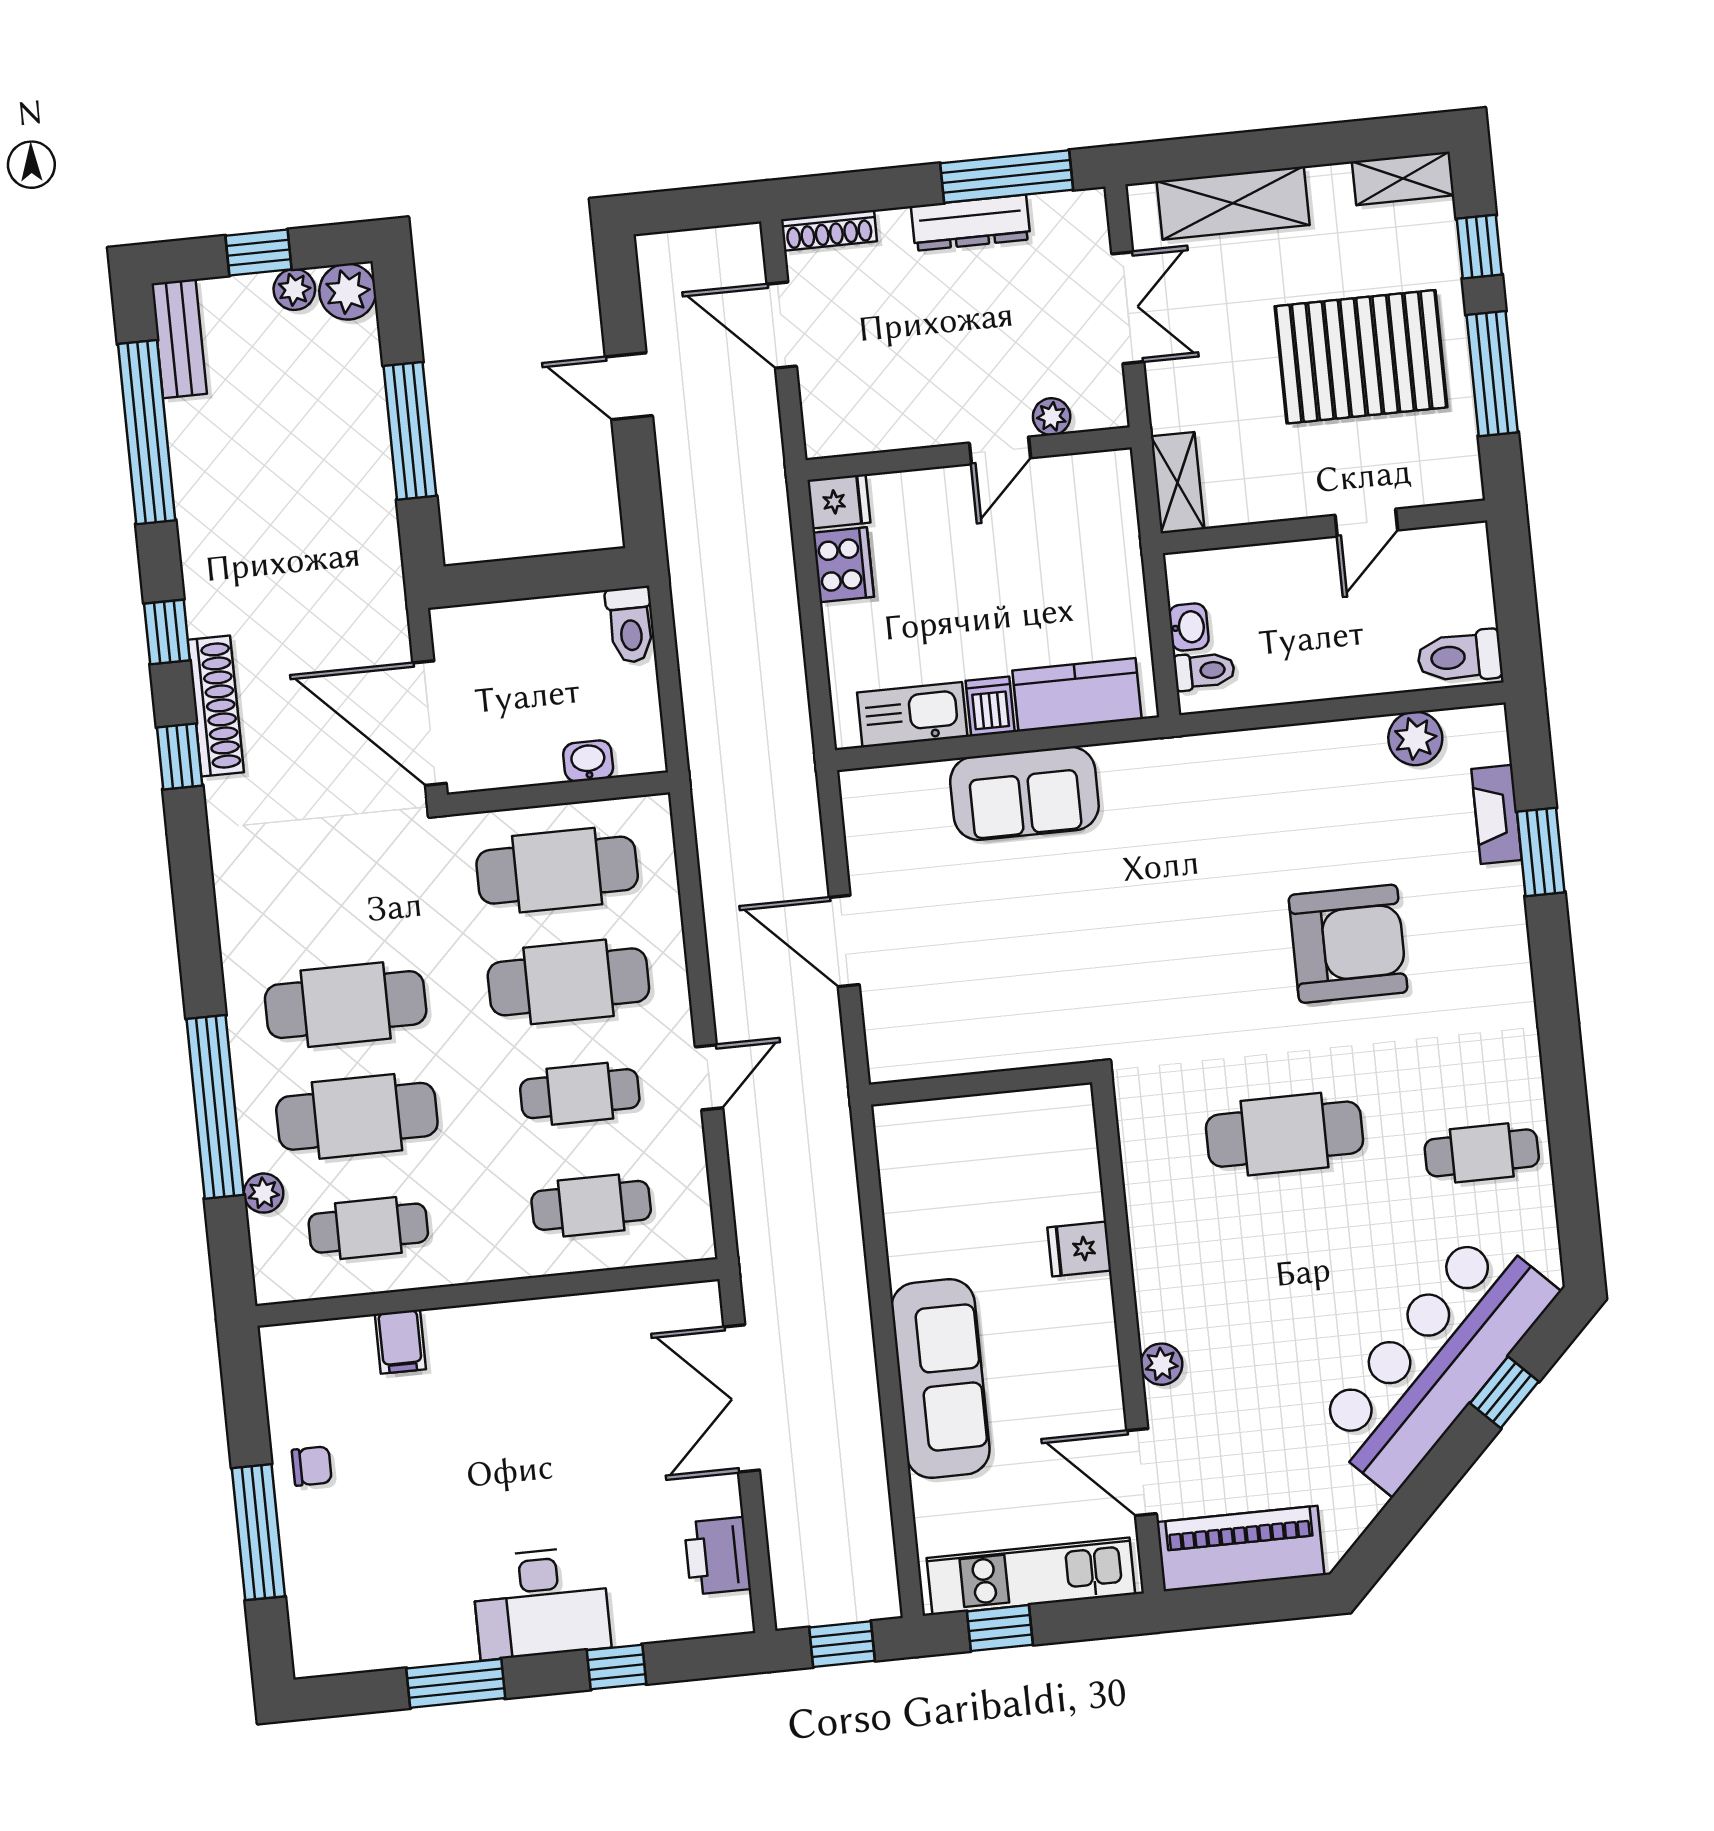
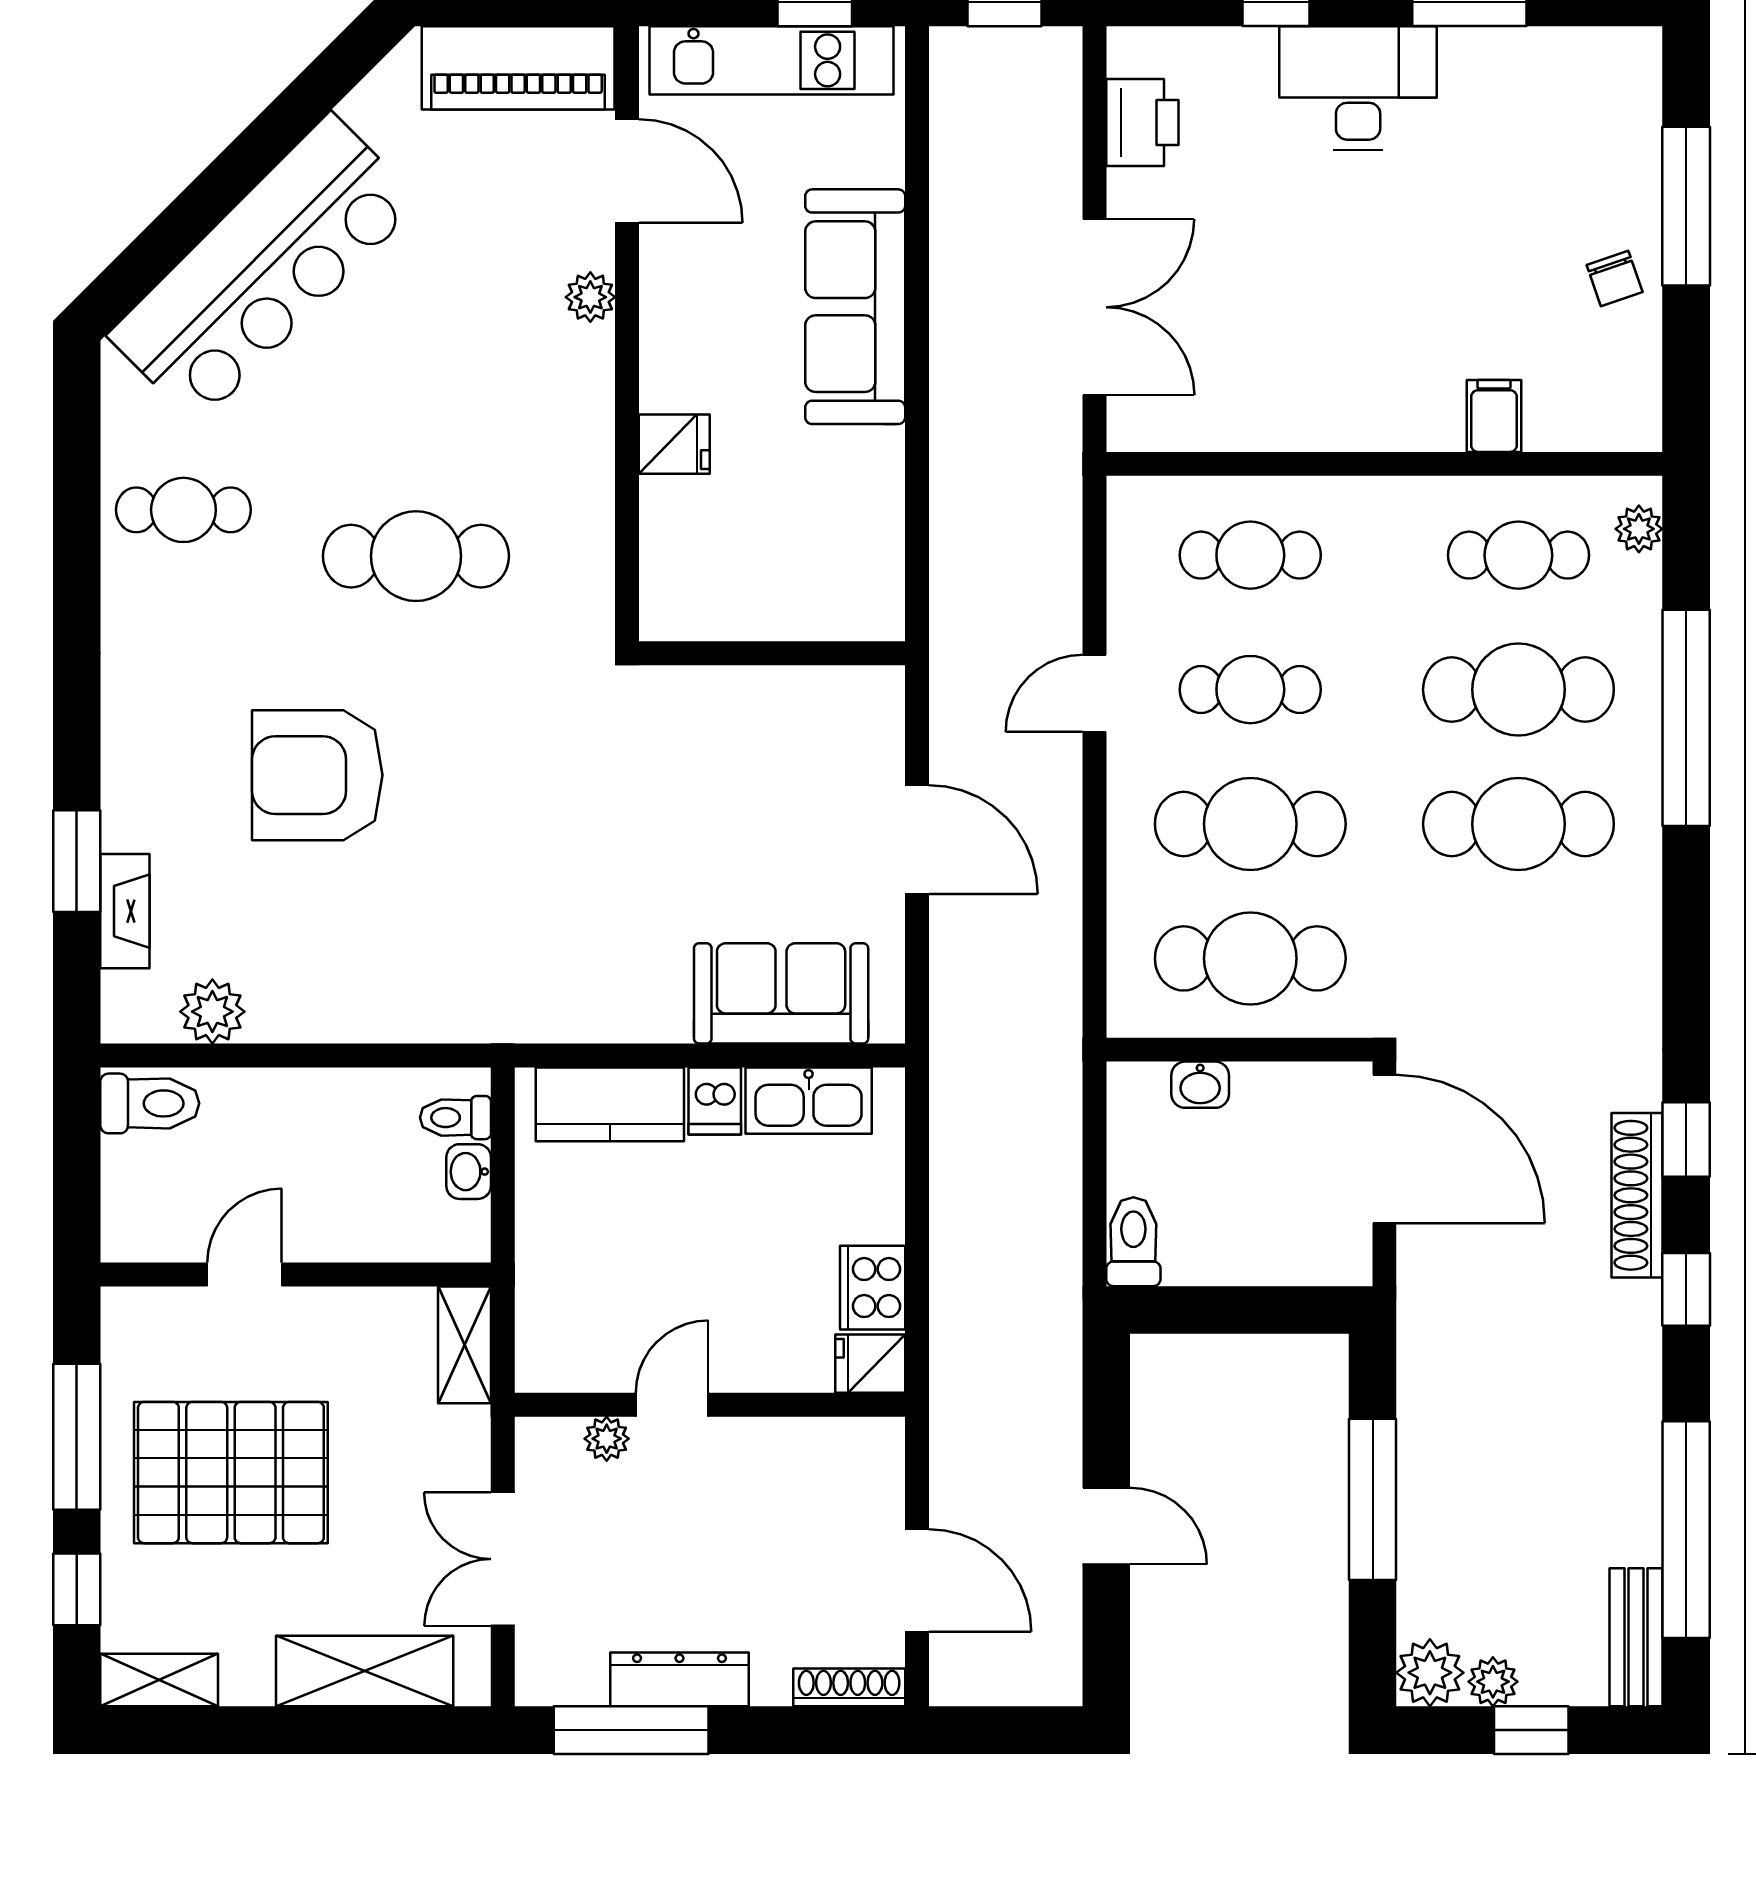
sofa: (1024, 793) -> (781, 993), moved
plant: (264, 1193) -> (1639, 529), moved
window: (1504, 1392) -> (185, 222), removed
chair: (312, 1466) -> (1615, 278), turned -109

